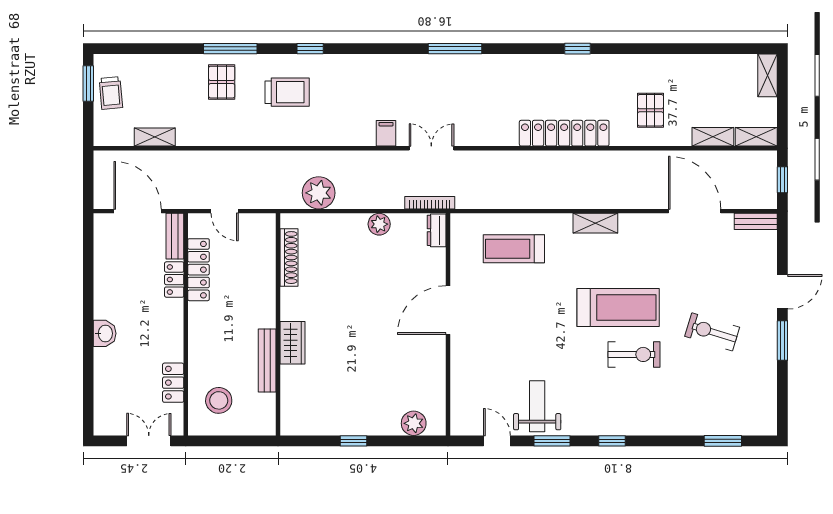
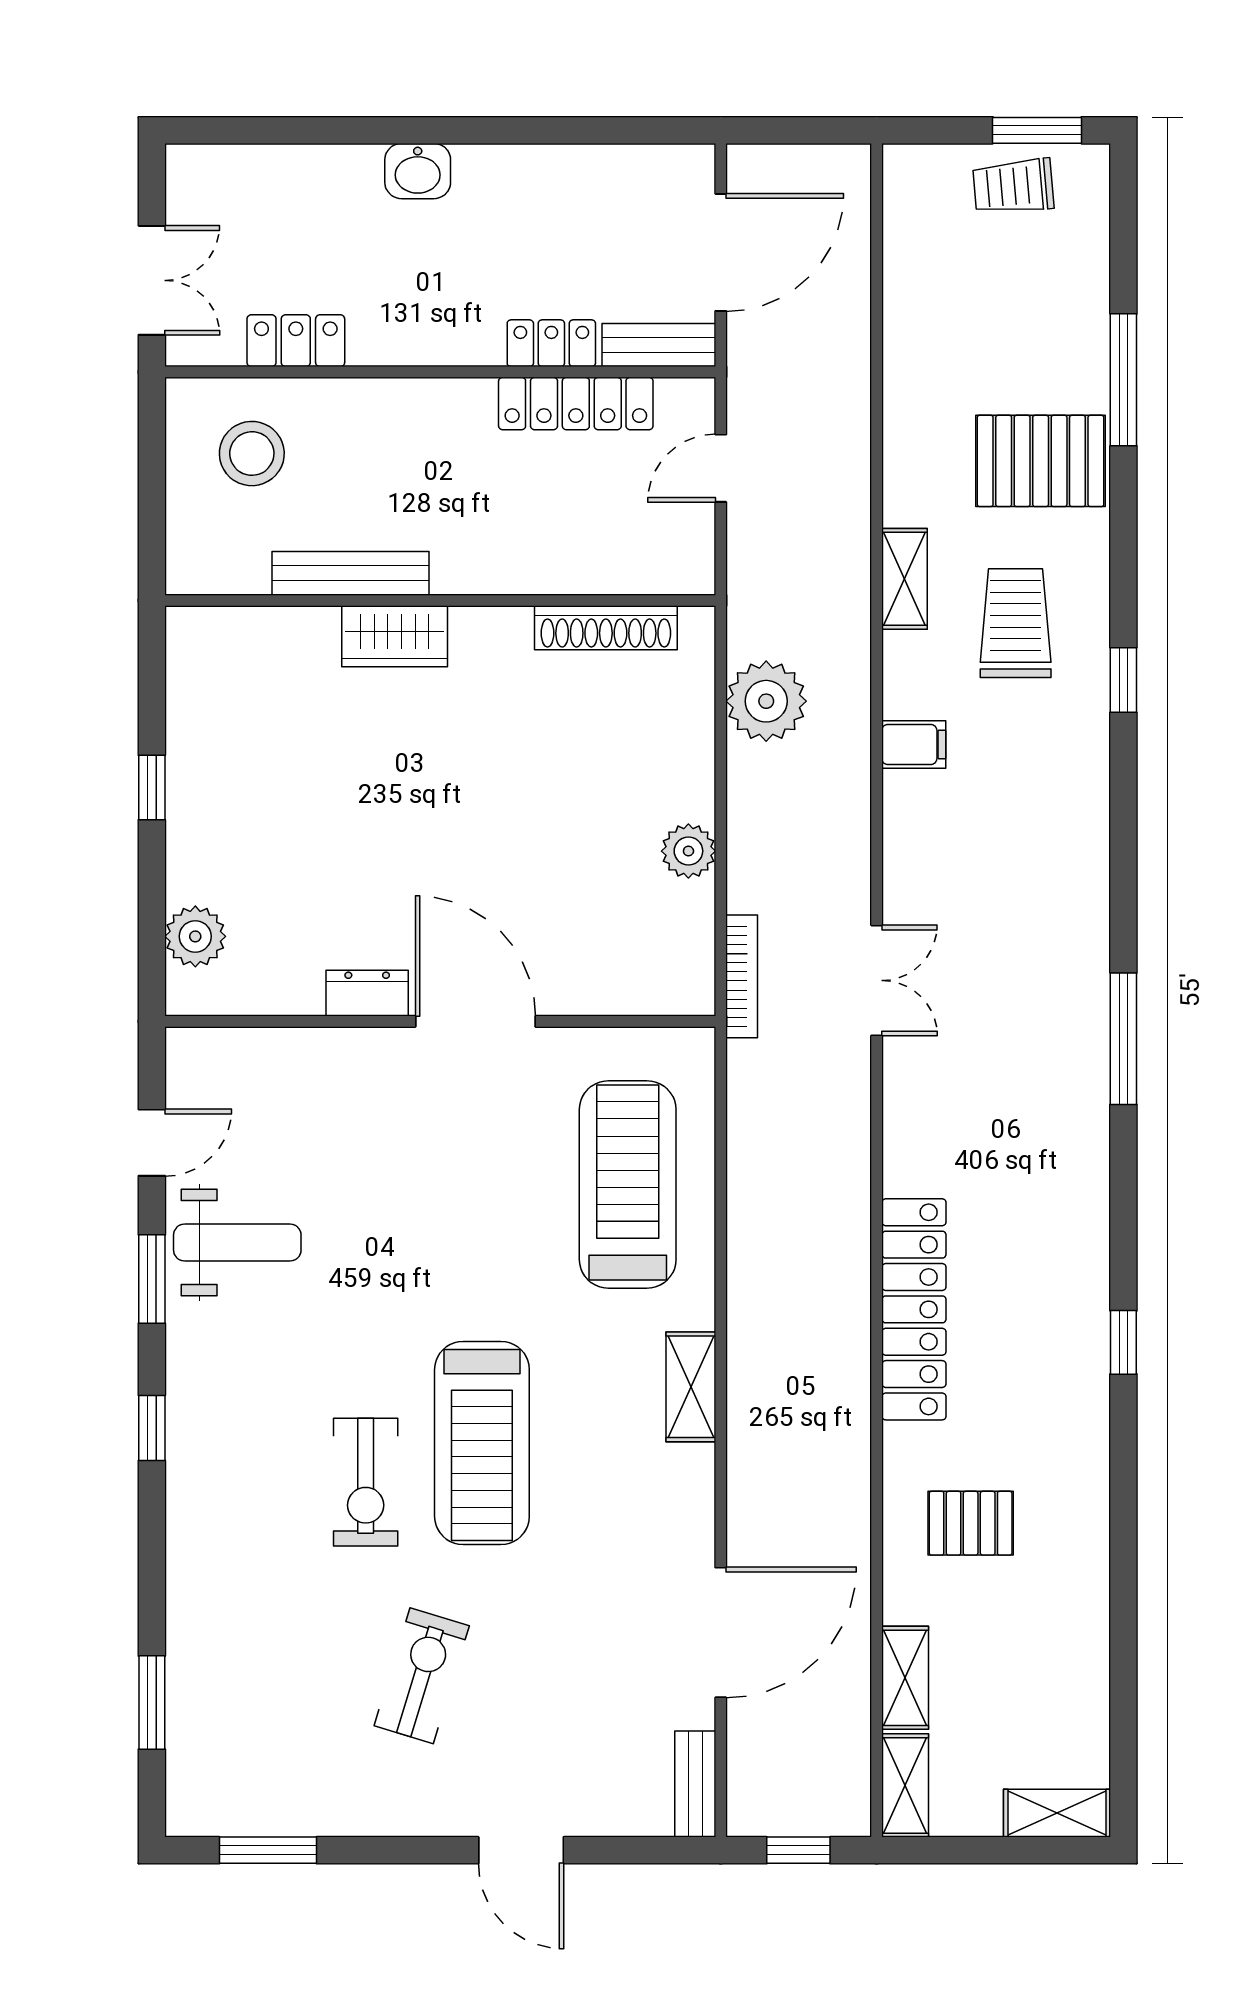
window: (230, 49) -> (1123, 380), moved
pallet: (222, 82) -> (1041, 461), width x1.50, depth x1.42
trolley: (287, 92) -> (1016, 623), turned 180
filing cabinet: (386, 133) -> (914, 745), moved
shelving: (155, 137) -> (905, 579), moved
dresser: (437, 230) -> (367, 993), moved
treadmill: (514, 249) -> (628, 1184), width x1.37, depth x1.38
window: (782, 340) -> (268, 1850), moved

